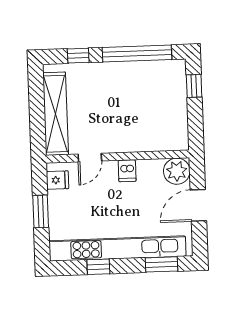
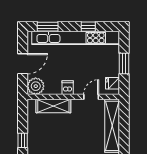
shelving: (148, 141) -> (53, 106), added

